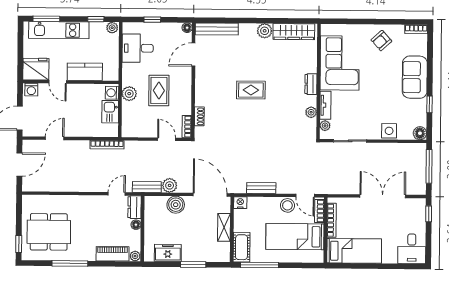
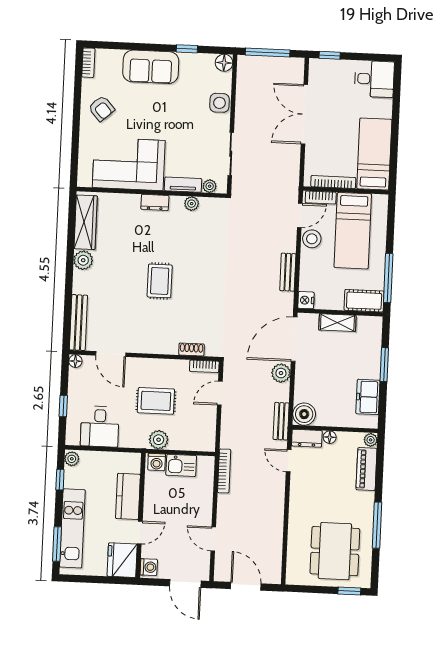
plant: (170, 185) -> (281, 373), moved
boiler: (176, 205) -> (304, 414), moved

